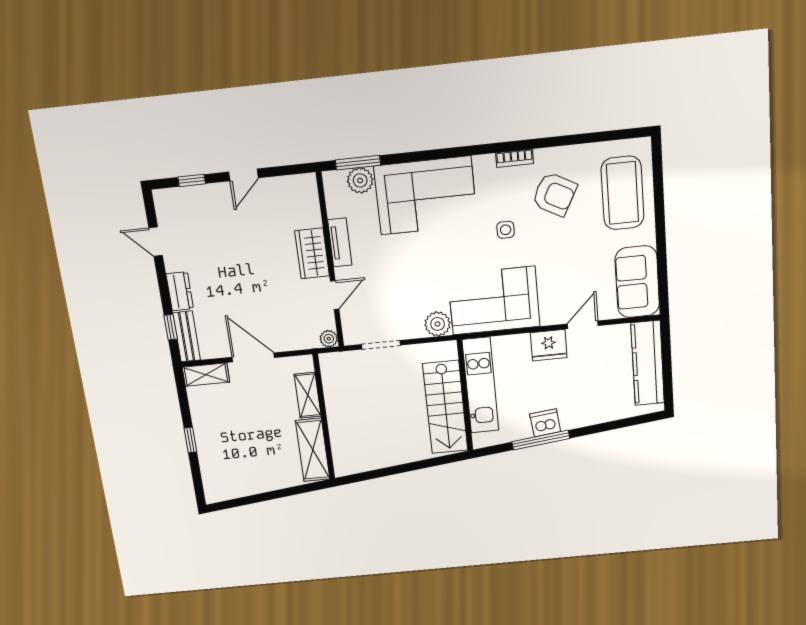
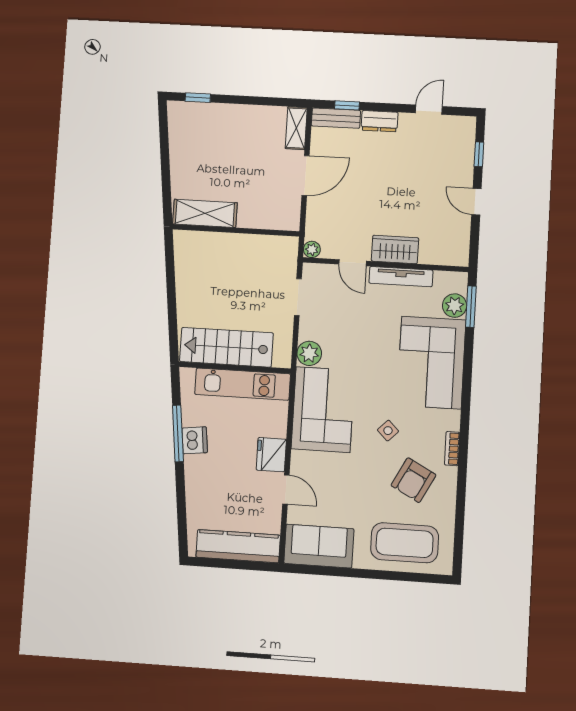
side table: (506, 230) -> (388, 431), turned 45
tv unit: (340, 242) -> (401, 277), width x1.41
shelving: (308, 395) -> (260, 219), removed
window: (190, 440) -> (198, 98), moved

